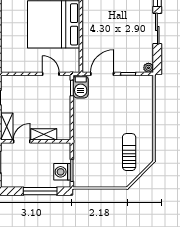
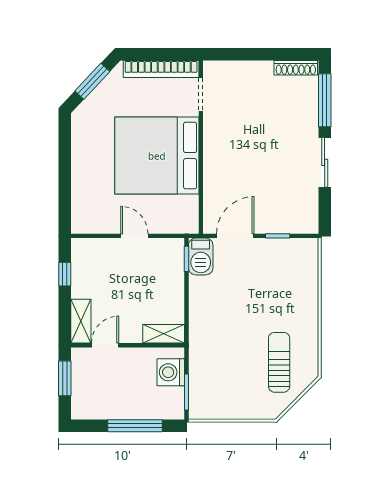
plant: (148, 68) -> (311, 226), removed
door: (51, 74) -> (134, 236), moved
shelving: (44, 134) -> (164, 334), moved
washing machine: (62, 172) -> (171, 372), moved

